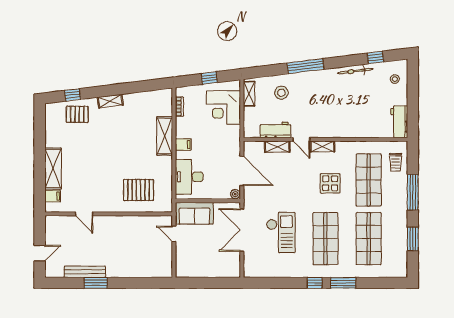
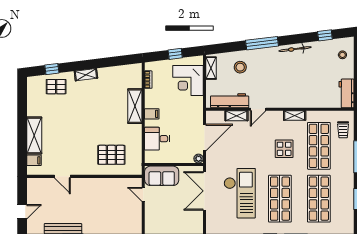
bicycle: (355, 71) -> (295, 49), moved
workbench: (275, 130) -> (230, 101), width x1.38
door: (301, 139) -> (258, 109), hinge flipped
shelving: (322, 146) -> (295, 116), moved
door: (242, 171) -> (205, 138), hinge flipped
desk: (189, 177) -> (157, 139), width x0.73
checkout: (281, 232) -> (240, 193), width x1.36, depth x1.21

